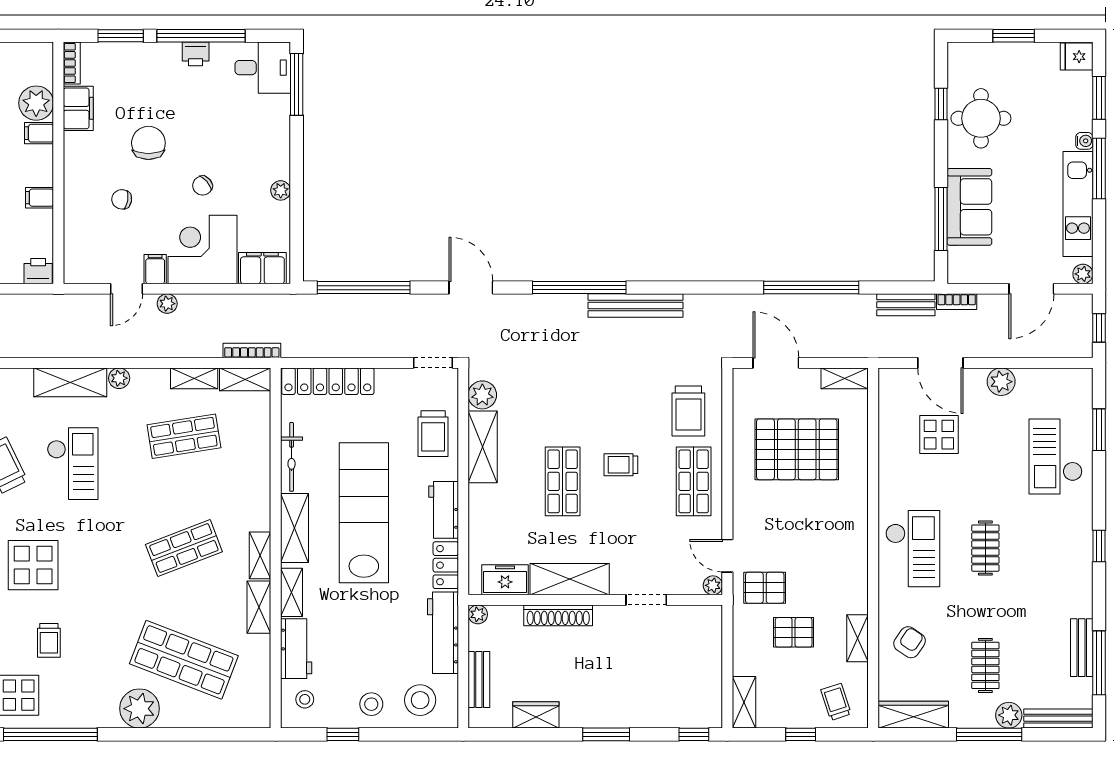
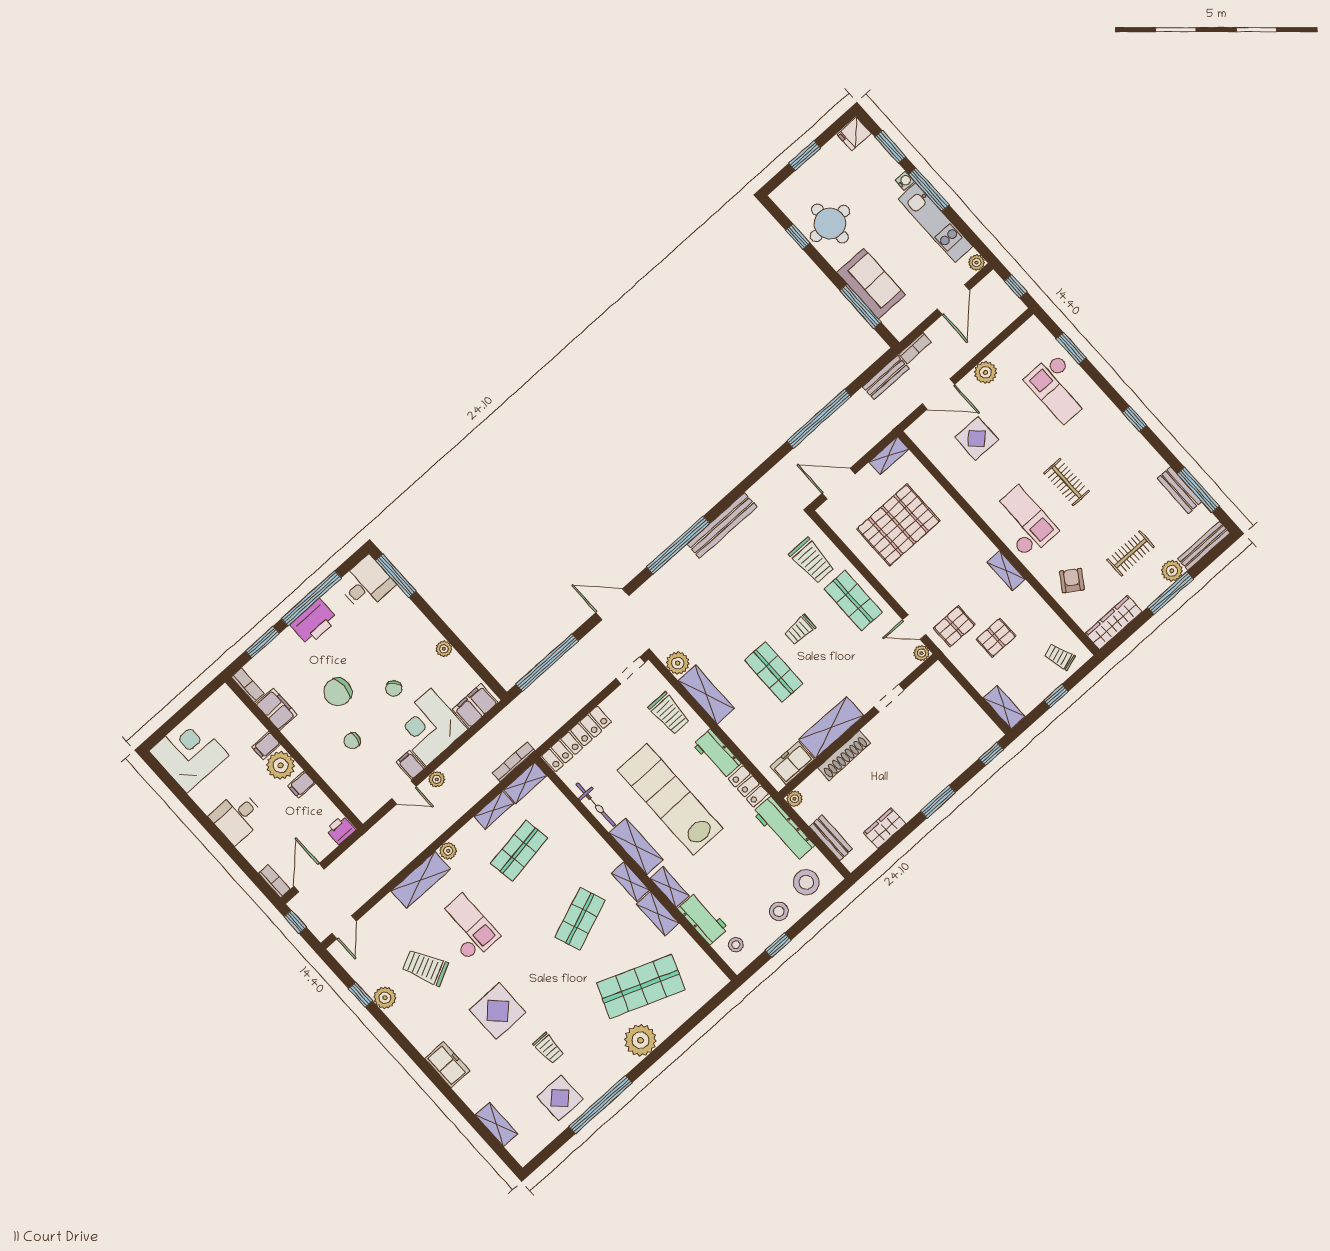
printer: (196, 54) -> (314, 622), width x1.87, depth x1.48
plant: (36, 103) -> (281, 765), moved
chair: (148, 143) -> (338, 692), turned -90
door: (126, 289) -> (404, 793), hinge flipped
shelving: (858, 638) -> (1006, 571), moved
clothes rail: (985, 665) -> (1131, 553), turned 90

